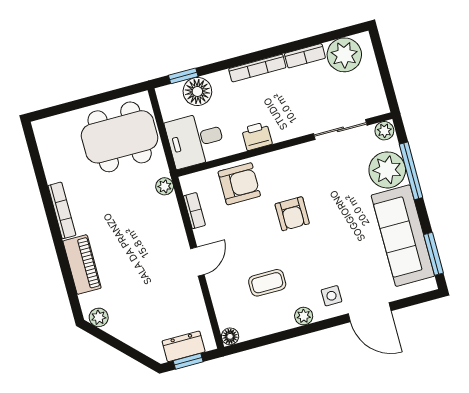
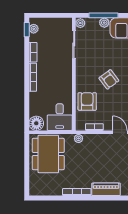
plant: (344, 55) -> (34, 29), width x0.53, depth x0.53
window: (183, 76) -> (27, 30), moved
floor lamp: (197, 91) -> (36, 123), moved
printer: (257, 136) -> (66, 87), removed
plant: (387, 170) -> (104, 23), width x0.53, depth x0.53
armchair: (292, 214) -> (109, 79), turned 53

